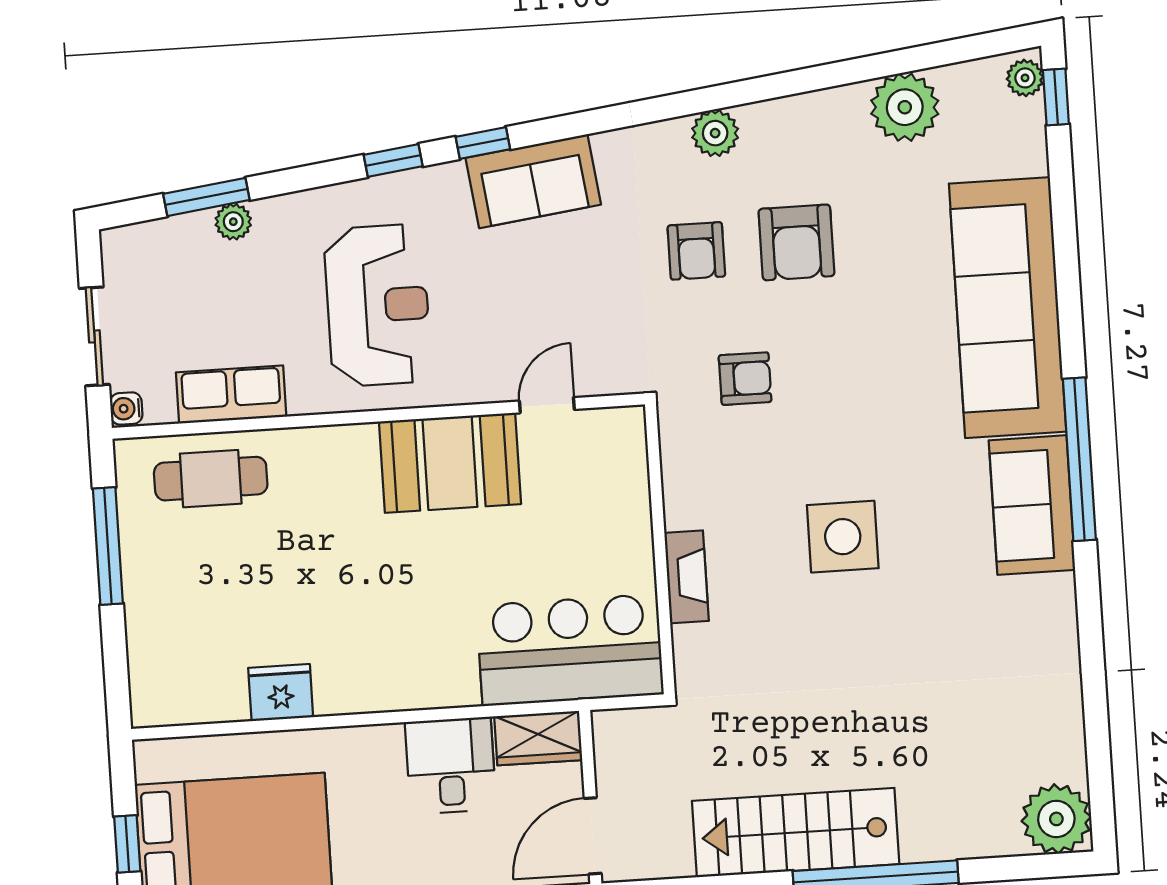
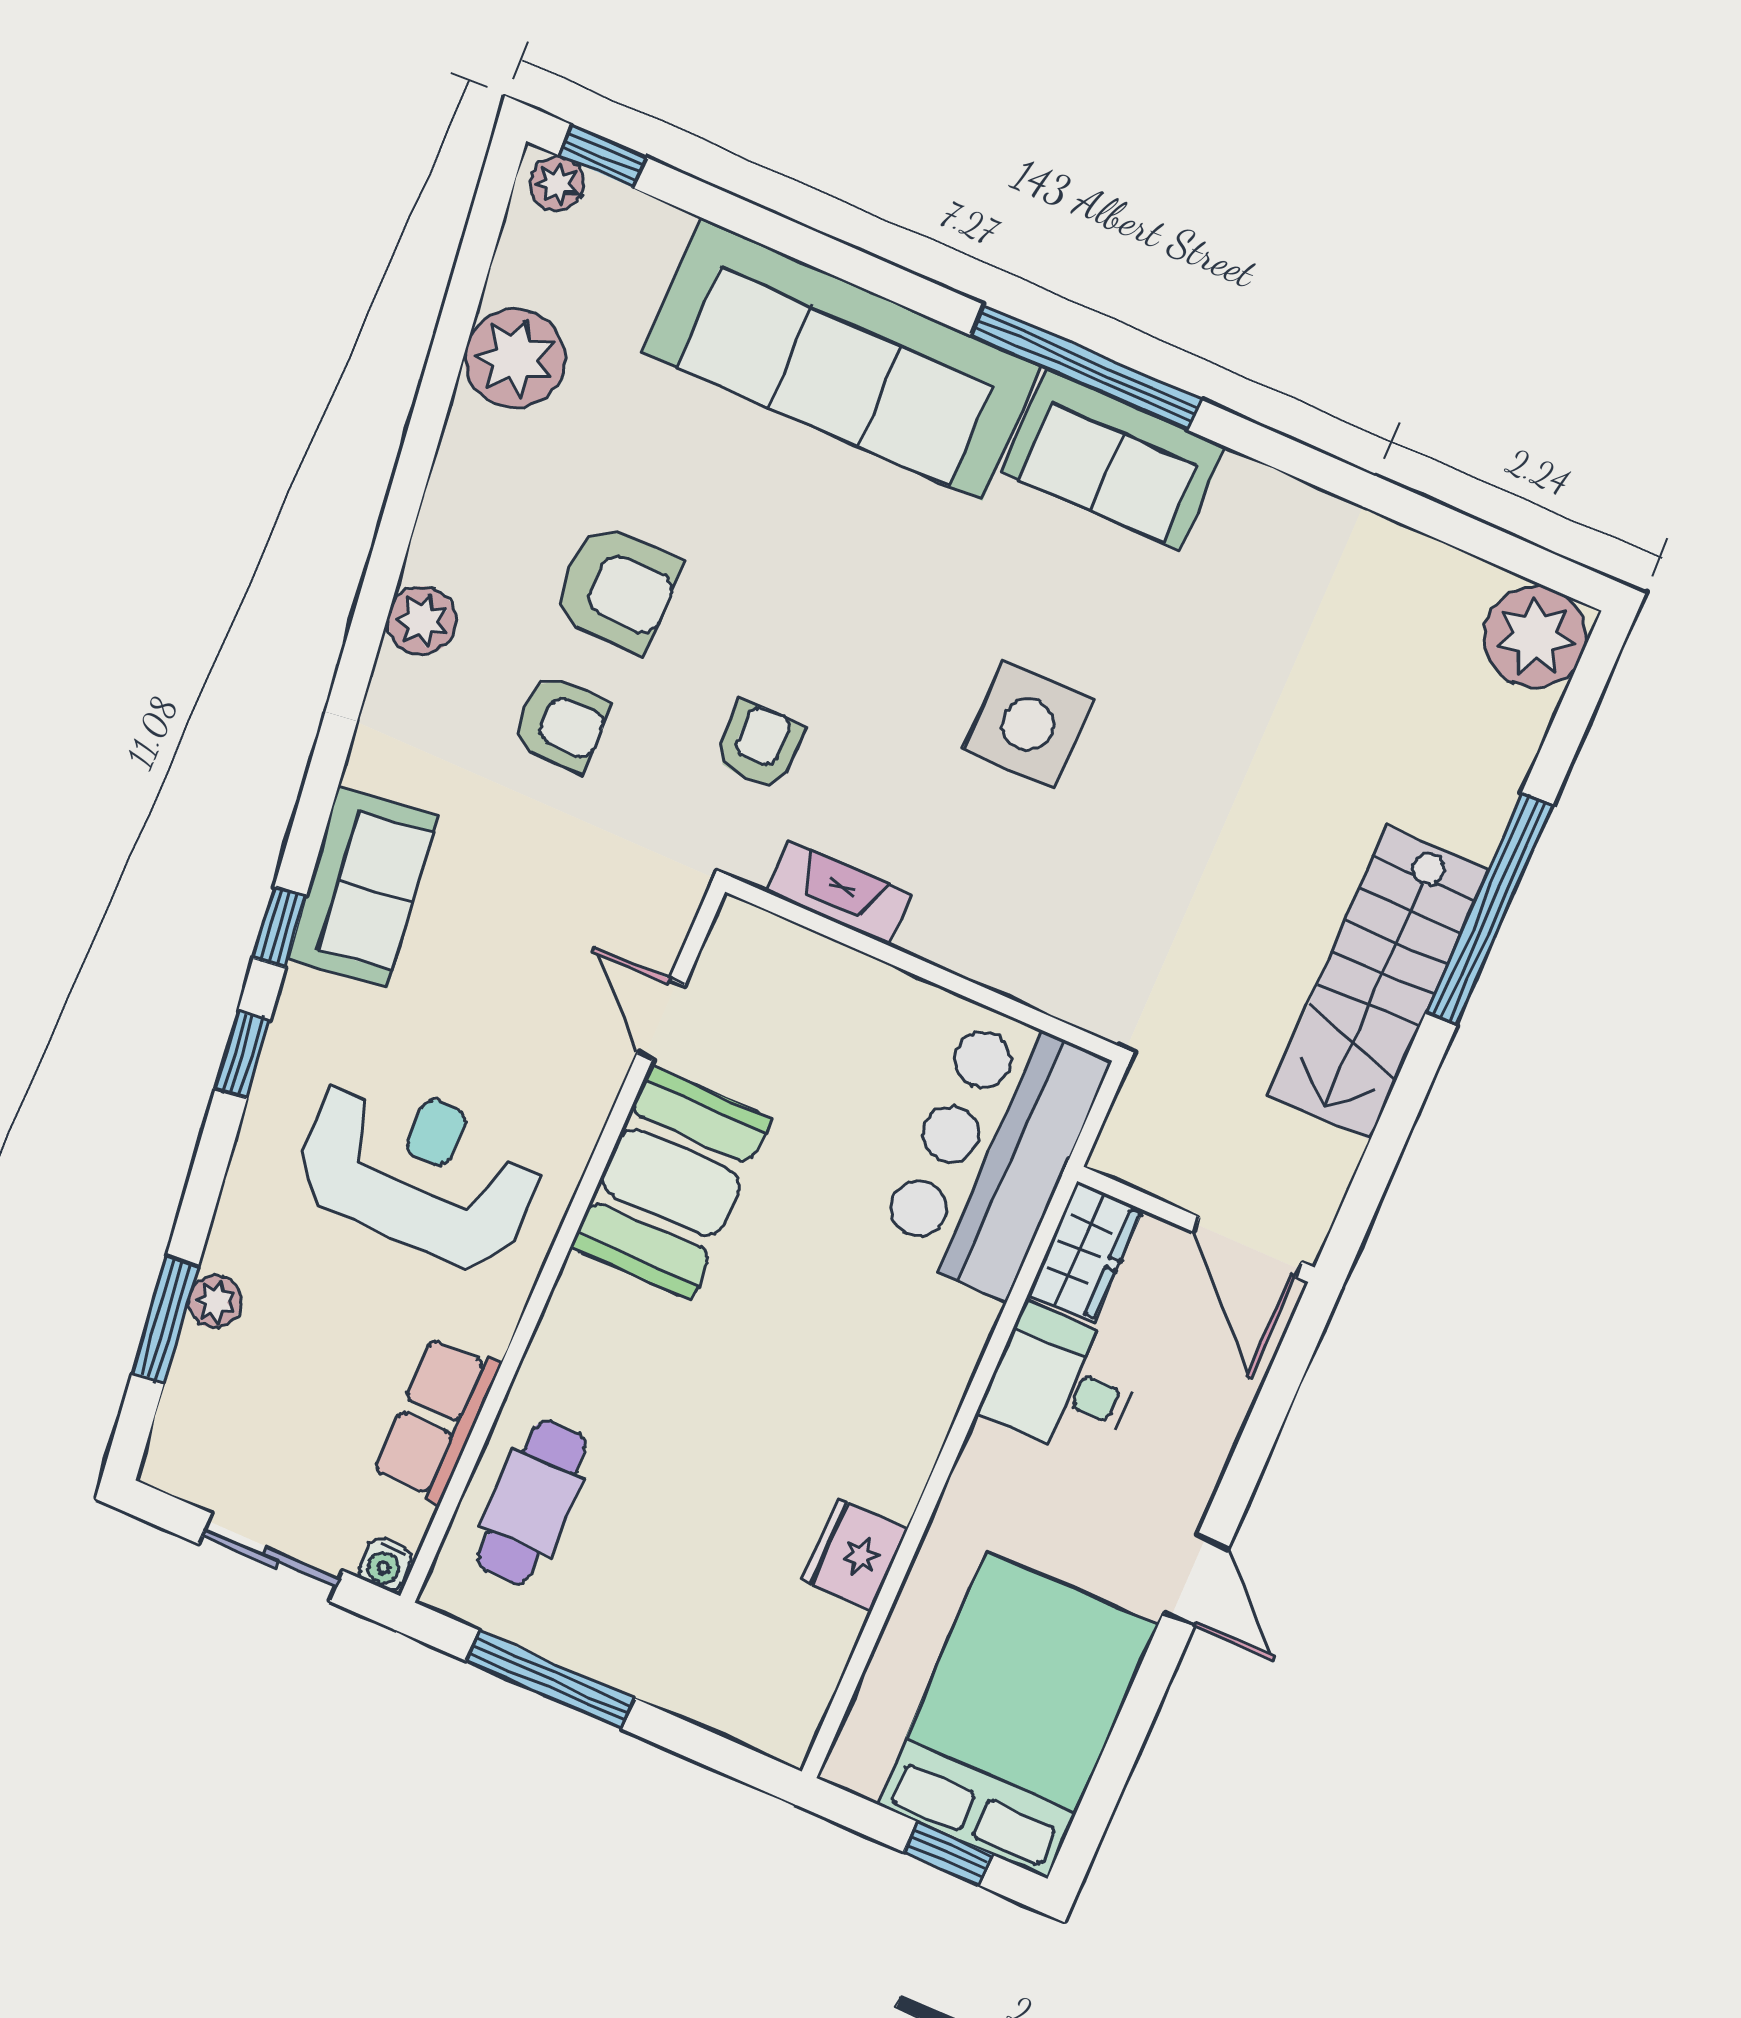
fireplace: (686, 577) -> (839, 893), moved

